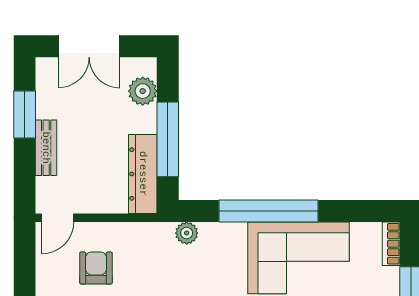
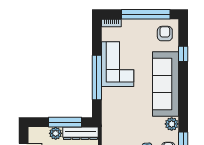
plant: (143, 91) -> (56, 133), moved
plant: (187, 233) -> (107, 114), removed

